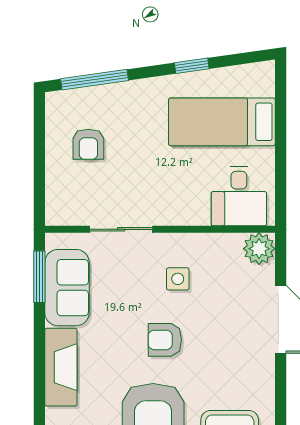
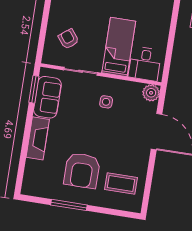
bed: (222, 122) -> (119, 47), moved, turned 90
armchair: (88, 144) -> (69, 39), moved, turned 142
armchair: (165, 340) -> (94, 133), removed

